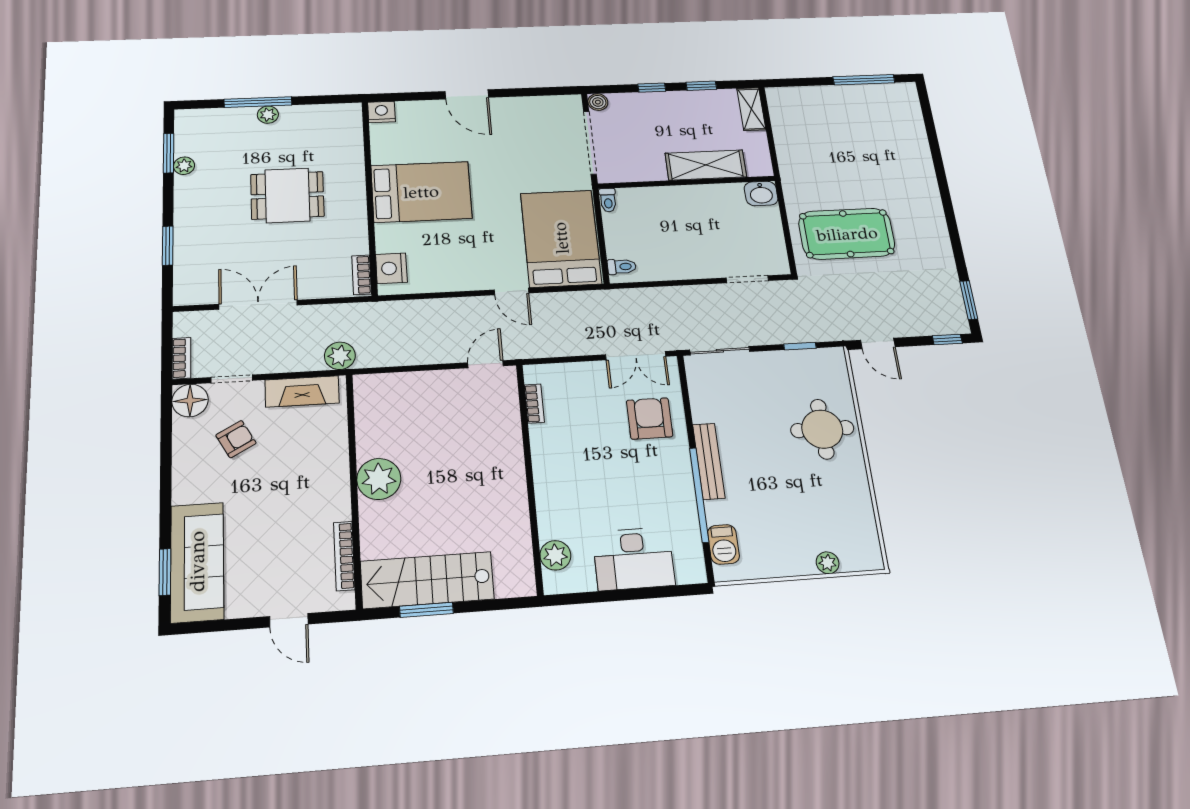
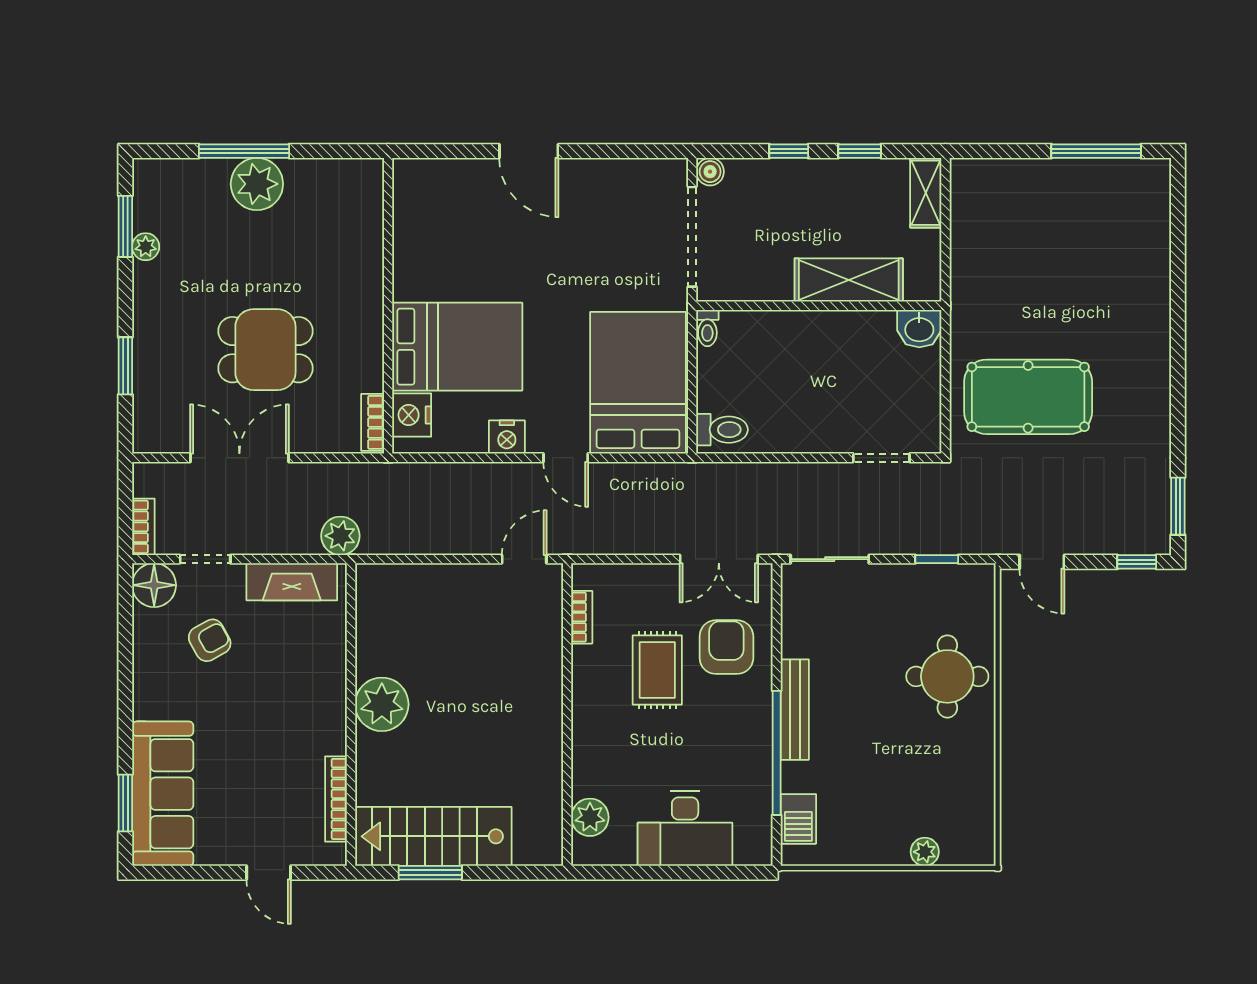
nightstand: (381, 112) -> (507, 437), moved, turned 180
plant: (268, 115) -> (257, 184), width x1.88, depth x1.88
bed: (421, 192) -> (457, 347), moved
dining table: (287, 195) -> (265, 350), moved
toilet: (622, 267) -> (722, 430), width x1.37, depth x1.39
rug: (598, 439) -> (657, 670), added

